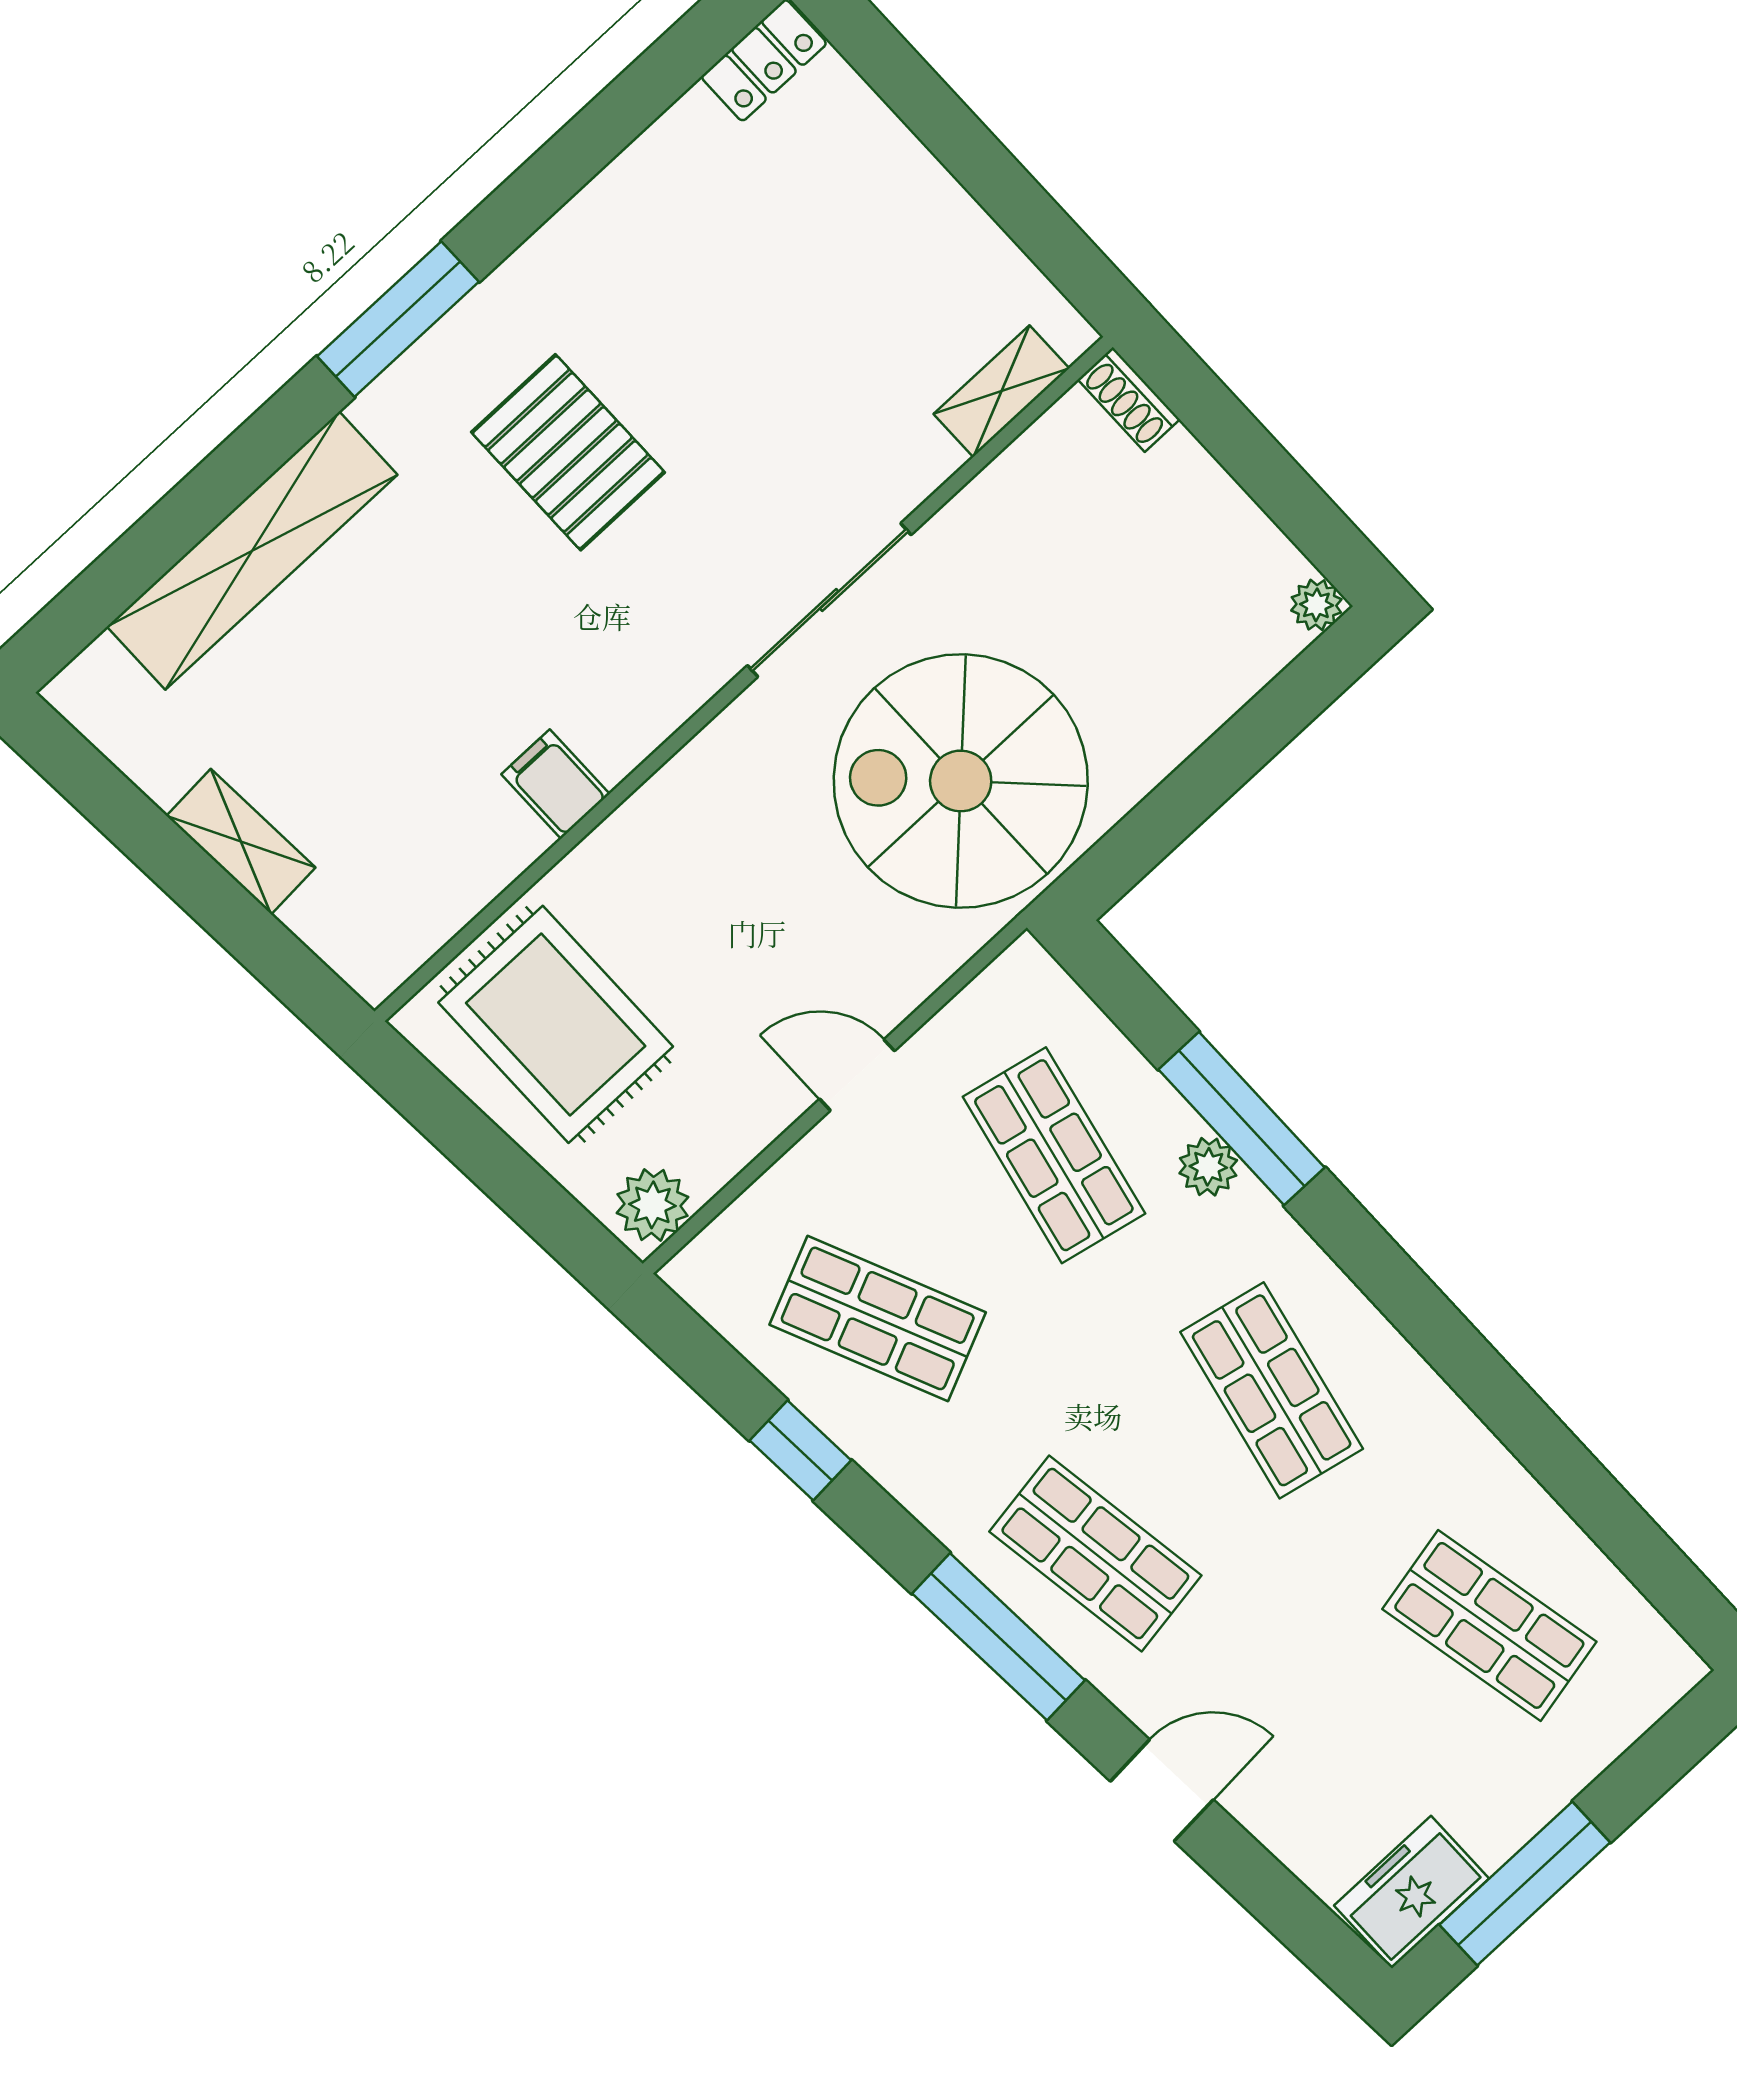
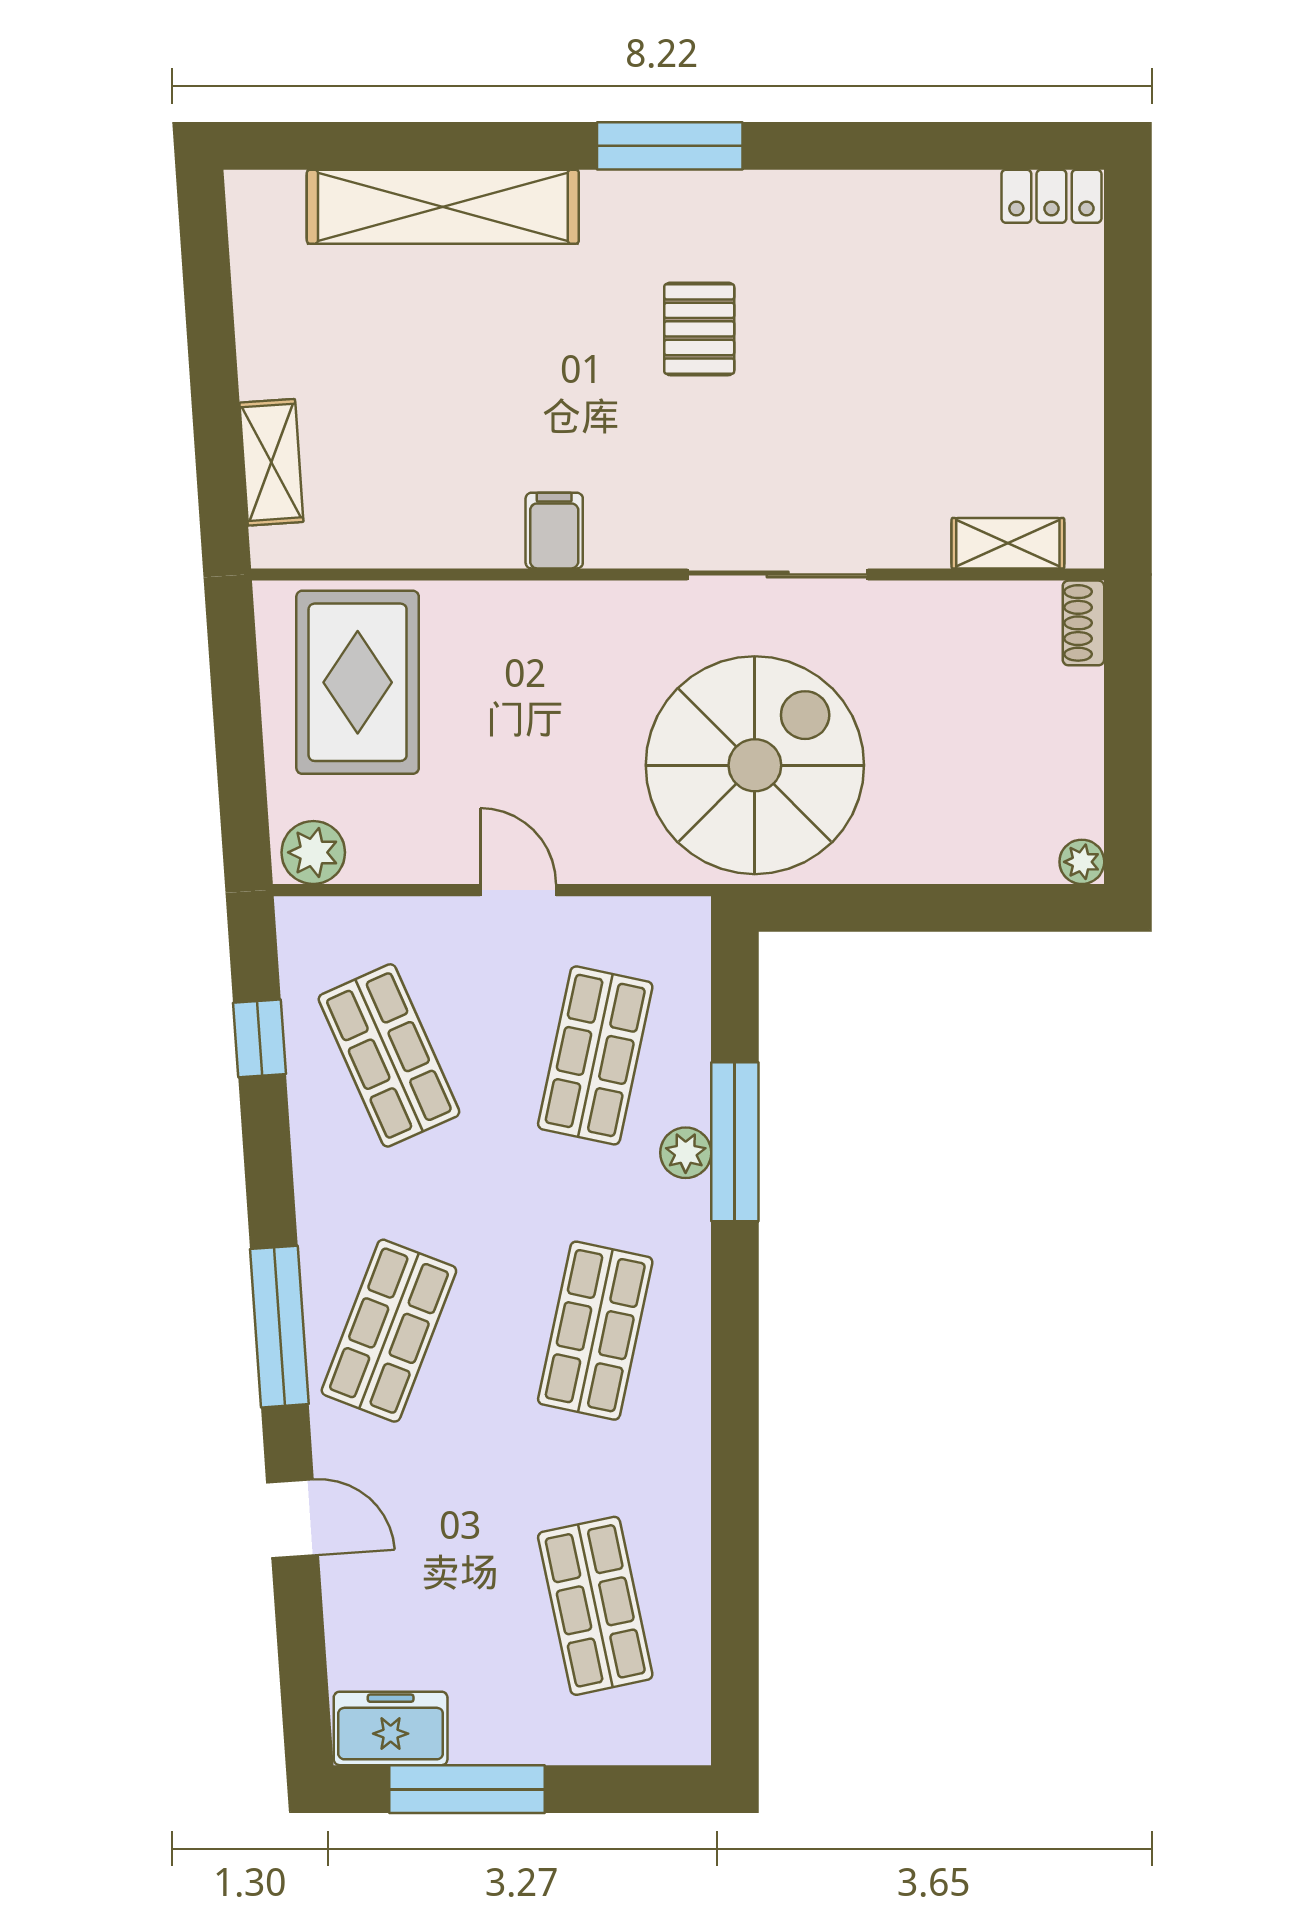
pallet: (568, 452) -> (699, 329), width x0.67, depth x0.71
spiral stairs: (961, 781) -> (755, 765), turned 90
filing cabinet: (555, 784) -> (554, 531), moved
shelving: (241, 842) -> (271, 462), moved
window: (800, 1450) -> (259, 1038), moved
shop shelf: (1095, 1554) -> (389, 1331), turned 30

